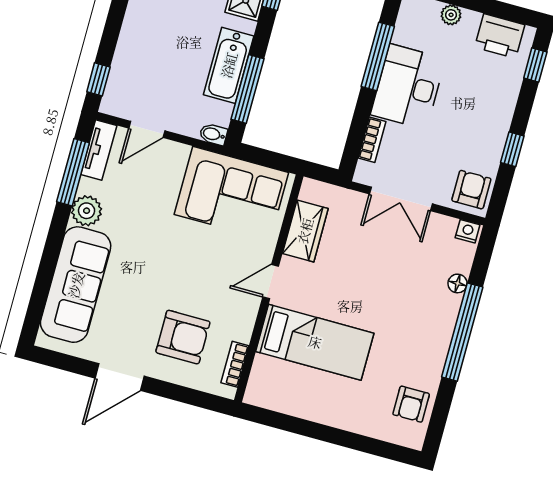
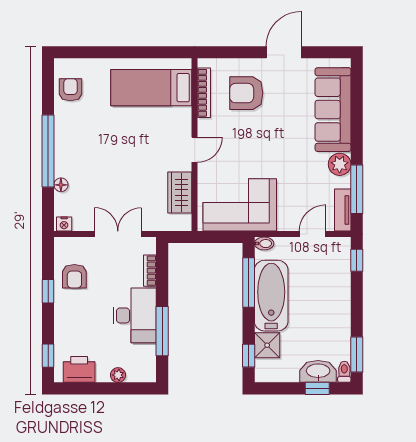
bathtub: (229, 65) -> (271, 296), width x1.36, depth x1.36
armchair: (471, 190) -> (74, 276), moved
bed: (315, 342) -> (151, 88), moved
bookcase: (235, 364) -> (204, 93), width x1.56

